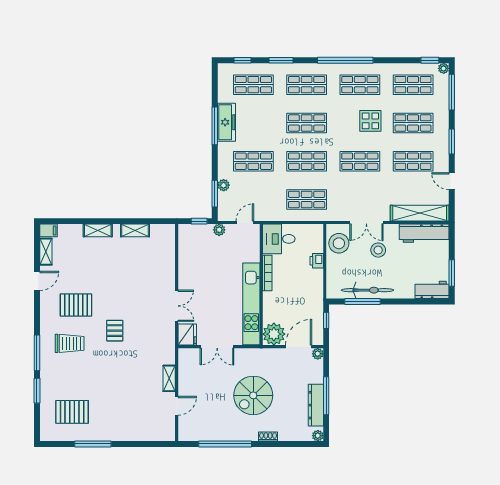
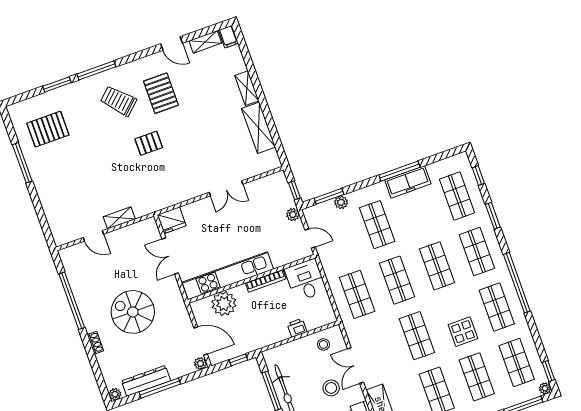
shelving: (135, 230) -> (259, 128), width x1.50, depth x1.33
stool: (339, 243) -> (323, 344), width x0.53, depth x0.53
double door: (177, 306) -> (226, 188), moved
plant: (274, 334) -> (224, 304), moved
trolley: (70, 343) -> (119, 101), turned 137
pallet: (72, 412) -> (48, 129), turned 90

